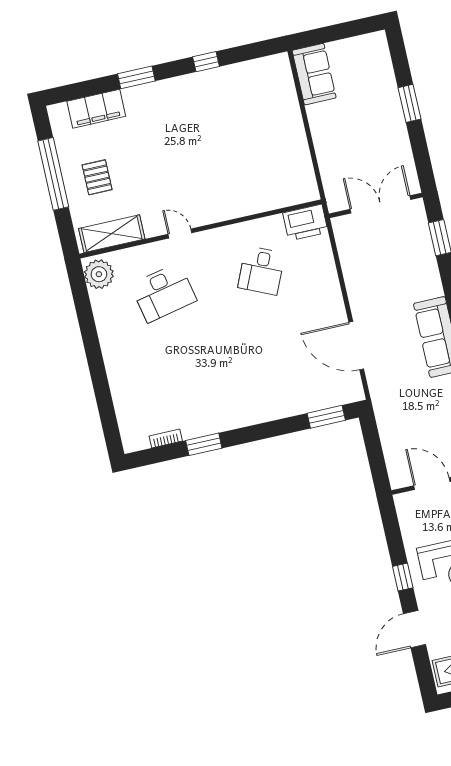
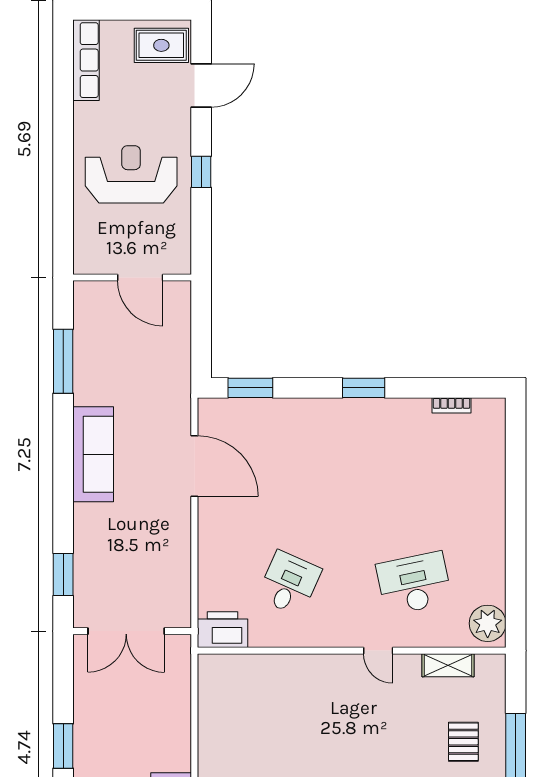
shelving: (112, 234) -> (448, 665), width x0.67, depth x0.75
window: (204, 444) -> (364, 388), moved
door: (414, 629) -> (201, 85), moved

